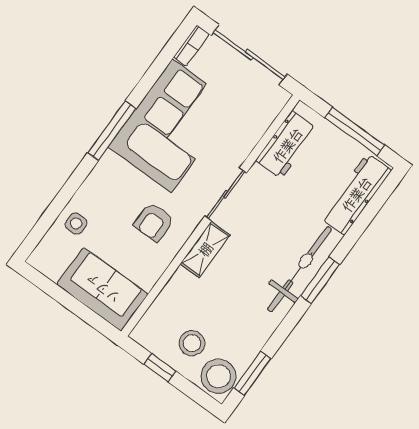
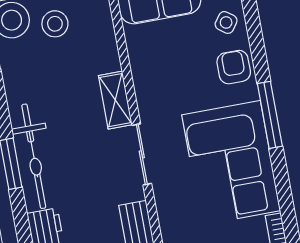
armchair: (154, 222) -> (234, 67), moved
side table: (76, 223) -> (226, 22), turned 36

